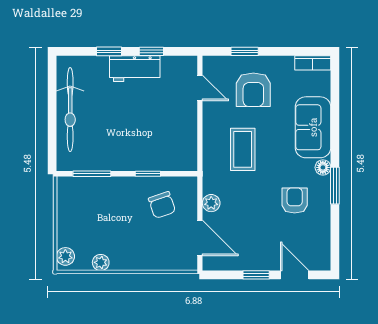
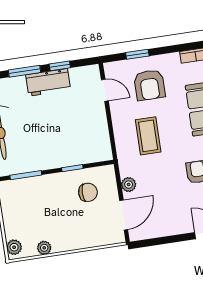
window: (109, 51) -> (25, 71), width x1.50
chair: (162, 205) -> (88, 192), turned -71
door: (200, 238) -> (124, 215), hinge flipped
window: (256, 275) -> (175, 239), removed

